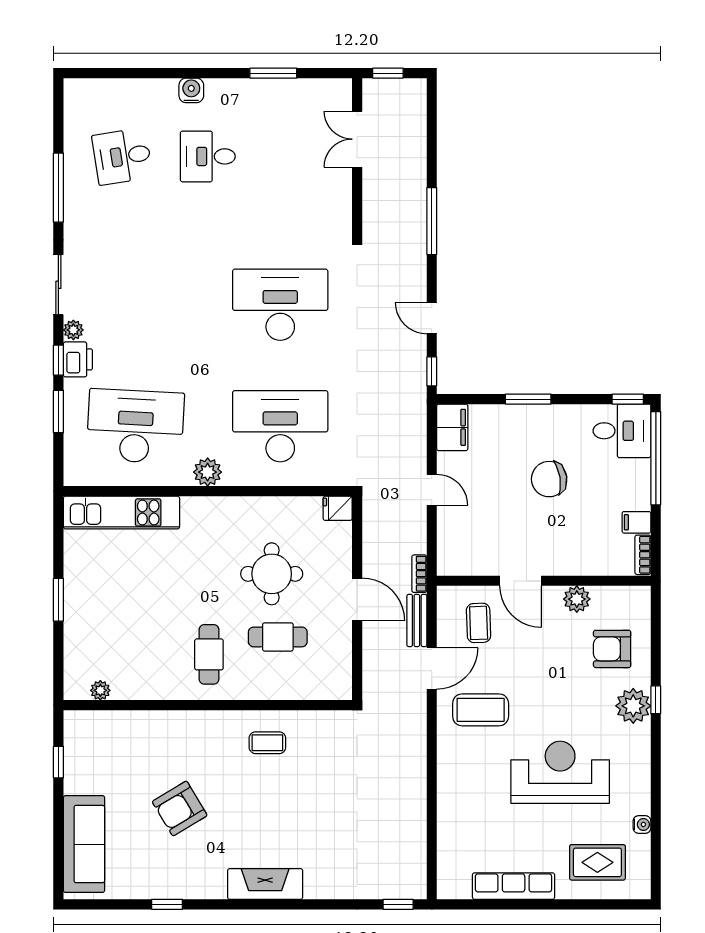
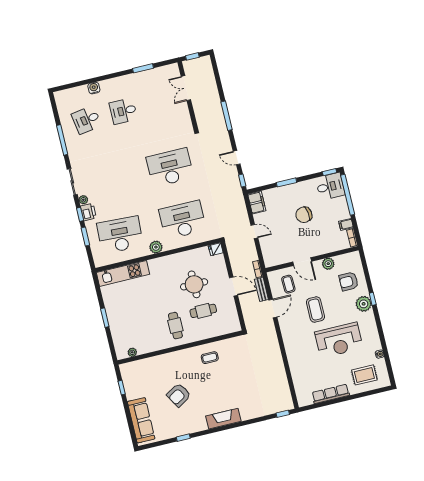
water cooler: (191, 90) -> (94, 88), moved
coffee table: (481, 710) -> (315, 310), moved, turned 90
reception desk: (560, 772) -> (339, 340), turned 180

